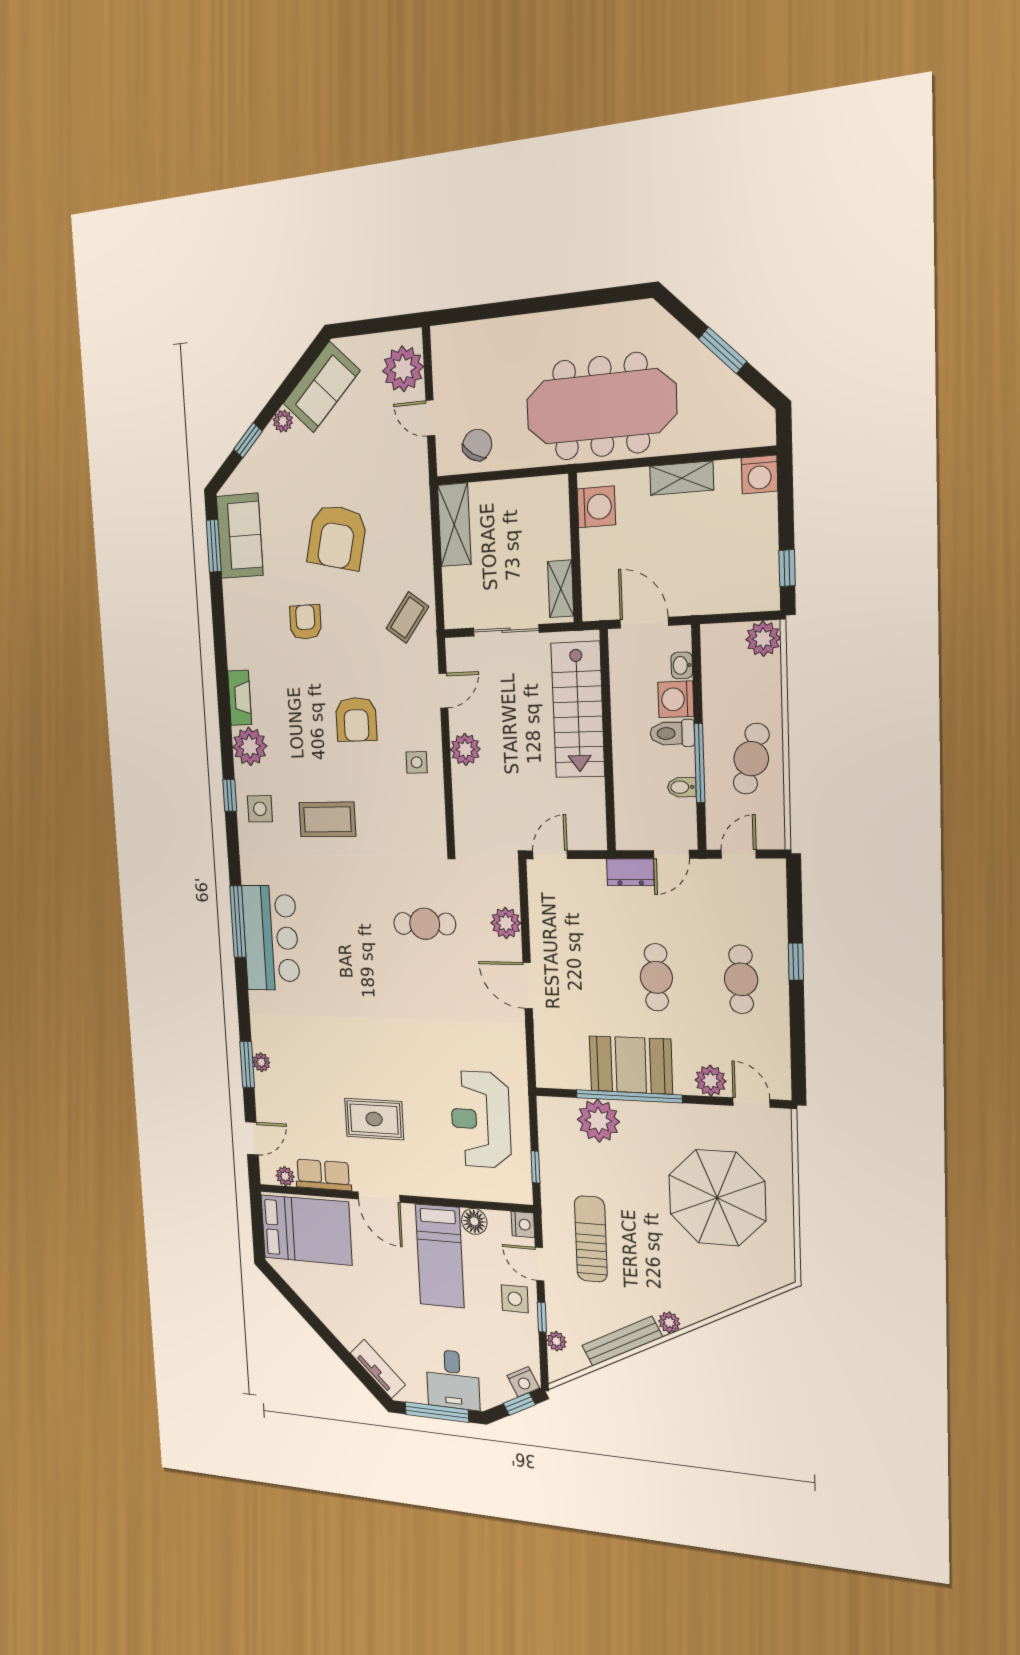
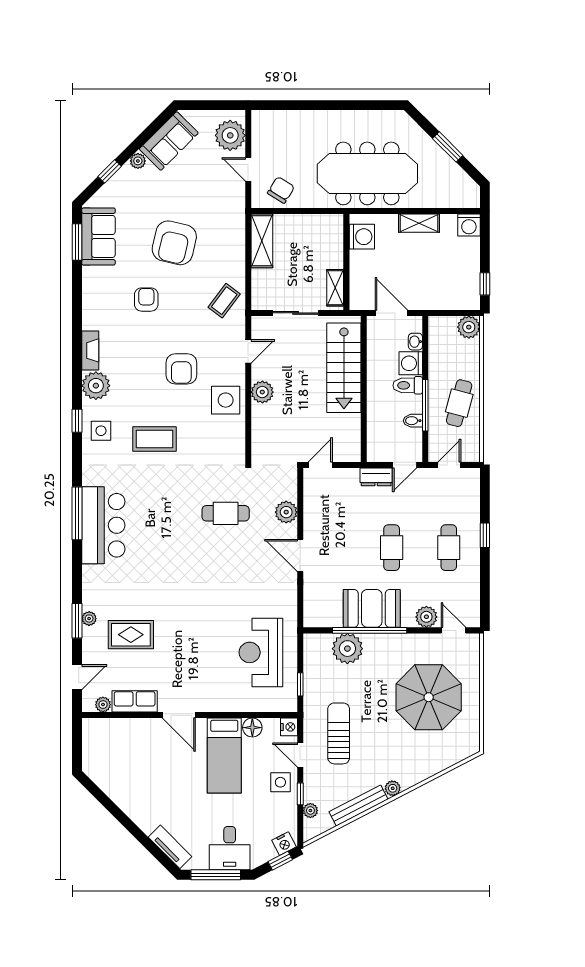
side table: (417, 762) -> (226, 400), width x1.87, depth x1.87
rug: (374, 1119) -> (131, 635), moved
bed: (306, 1230) -> (118, 745), removed

